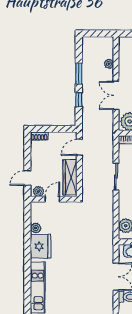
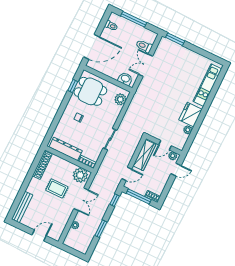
window: (79, 100) -> (115, 200), moved
window: (54, 129) -> (139, 197), added

